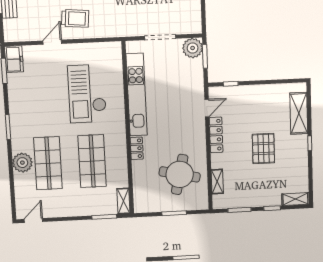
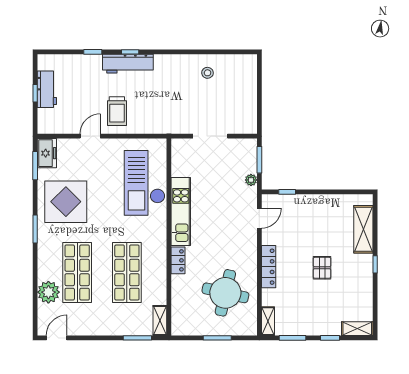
trolley: (75, 18) -> (117, 111), turned 85
plant: (193, 48) -> (251, 180), moved, width x0.53, depth x0.53
checkout: (87, 94) -> (145, 183), moved
kitchen unit: (137, 95) -> (181, 212), width x0.73
display table: (34, 102) -> (66, 202), added
locker: (216, 135) -> (269, 267), moved
pallet: (263, 149) -> (322, 268), width x0.67, depth x0.71
plant: (22, 163) -> (48, 292), moved
shelving: (217, 182) -> (268, 321), moved

